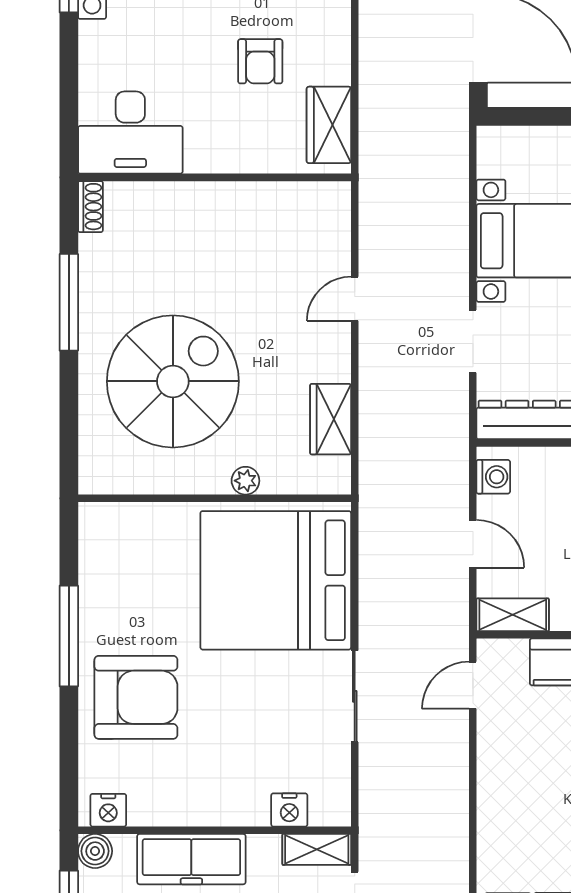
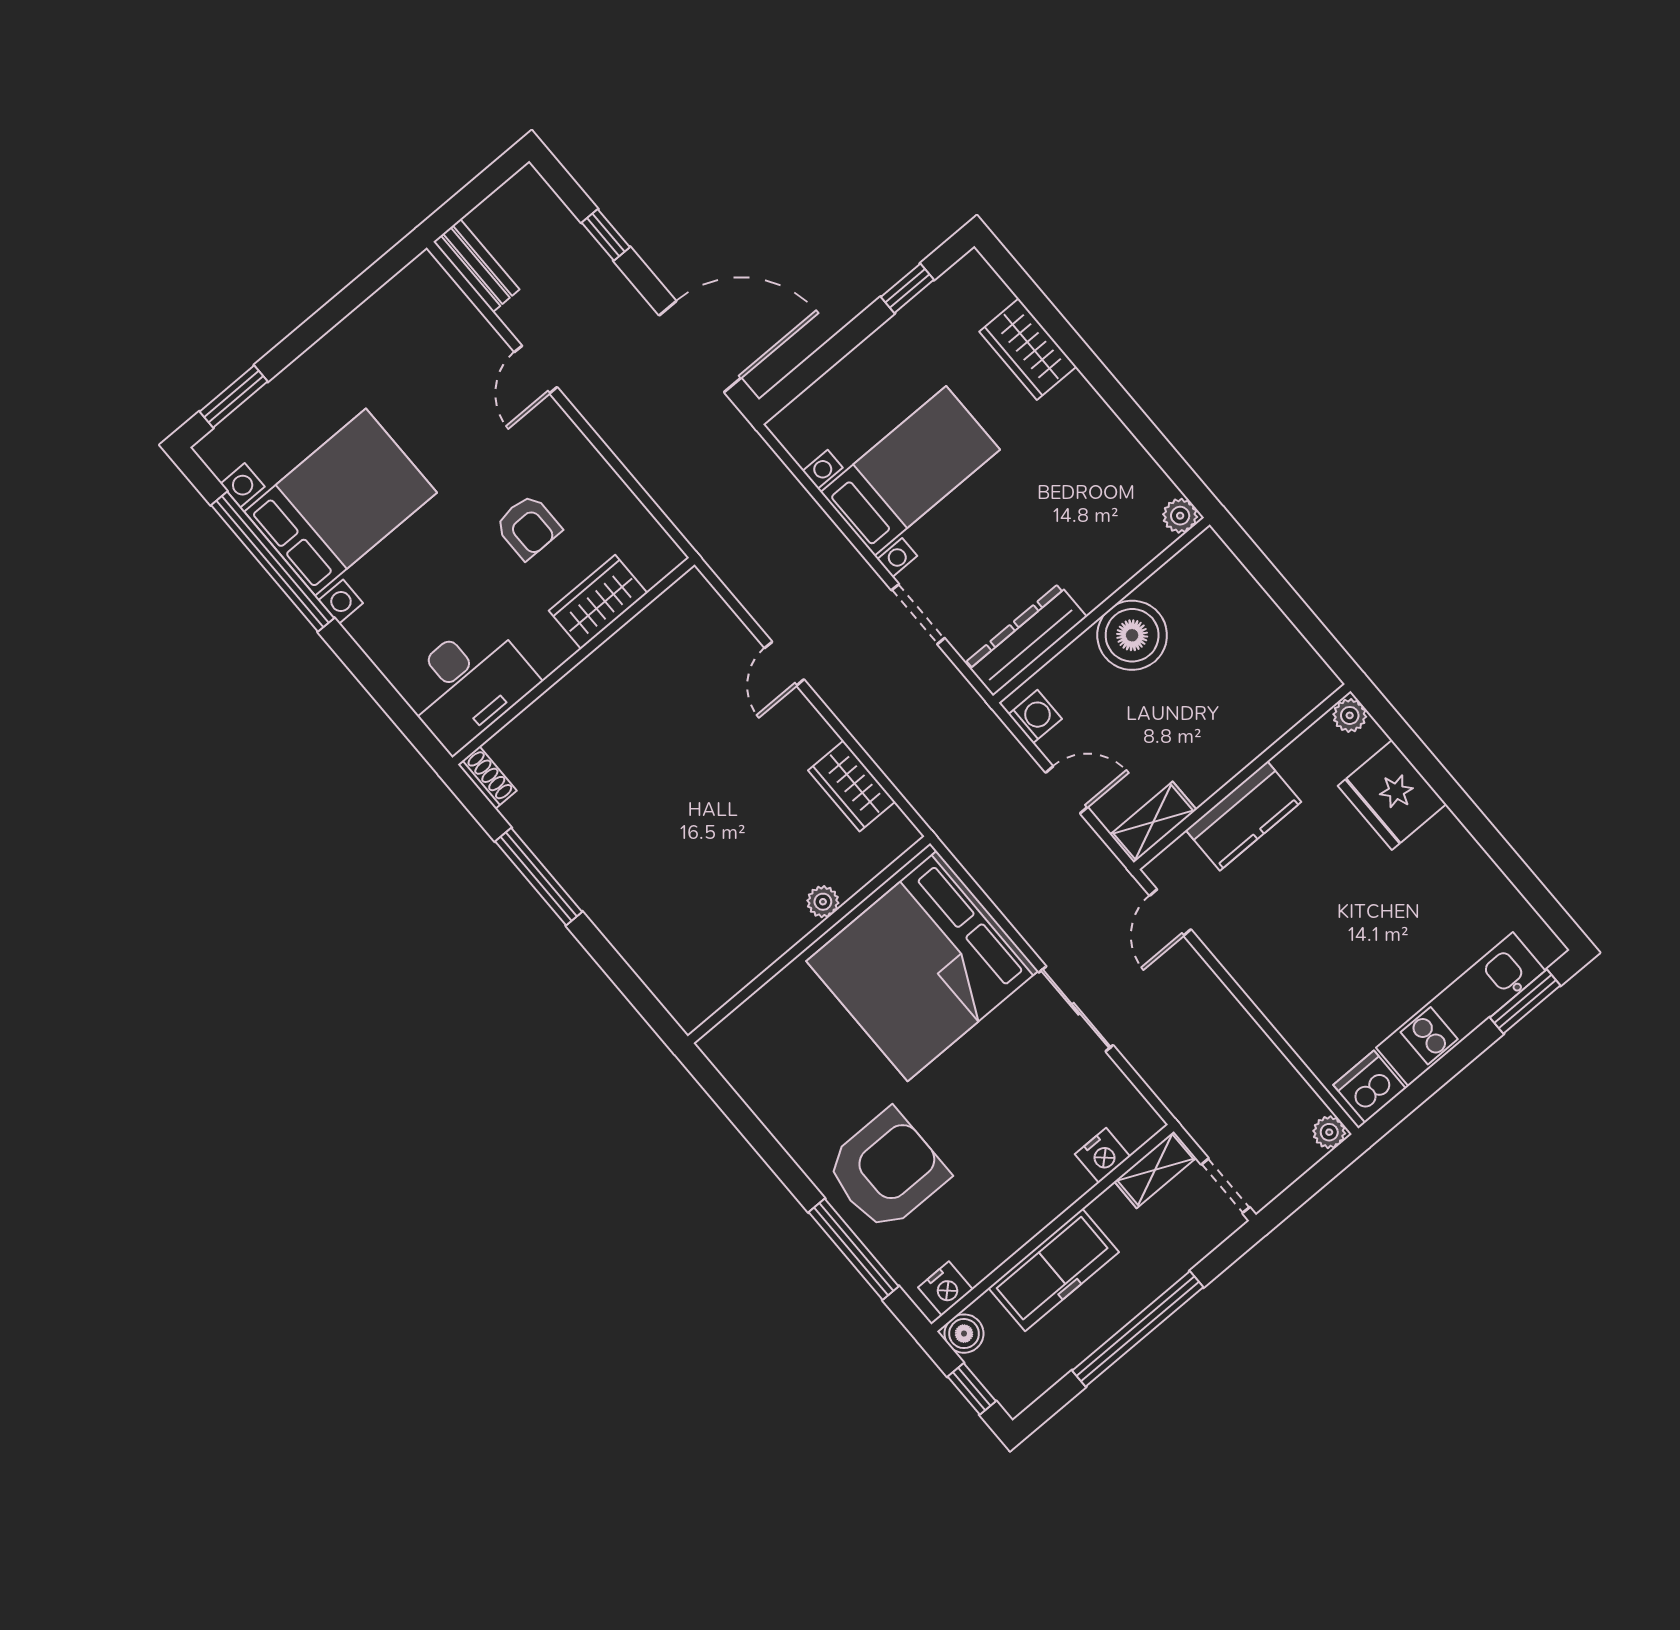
wardrobe: (329, 125) -> (598, 602), moved, turned 90
spiral stairs: (173, 381) -> (687, 869), removed
window: (69, 636) -> (854, 1249), moved

